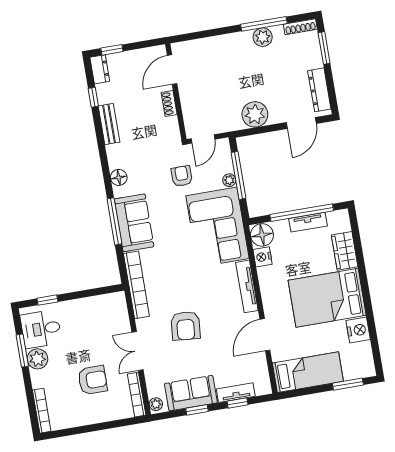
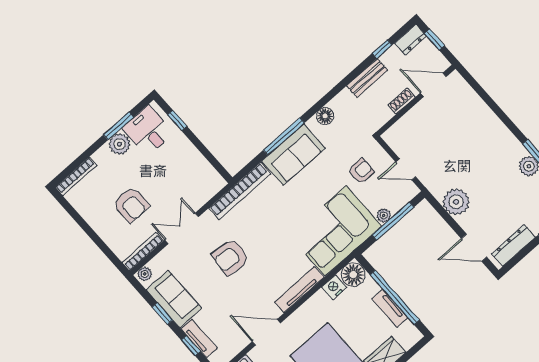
door: (172, 70) -> (433, 85), moved
wall: (176, 92) -> (416, 100), moved
shoe rack: (169, 103) -> (402, 101), moved

